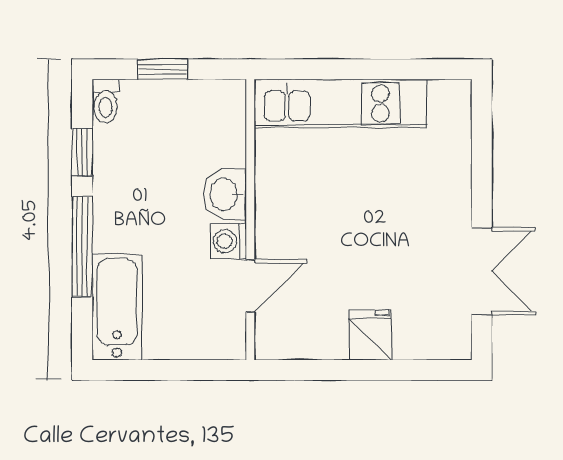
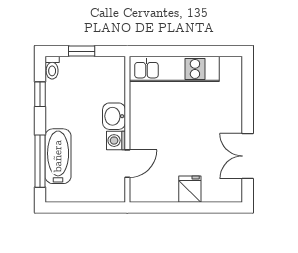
window: (82, 247) -> (40, 161), moved
double door: (482, 271) -> (248, 156), swing flipped
bathtub: (117, 307) -> (58, 156), moved

